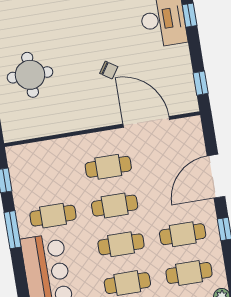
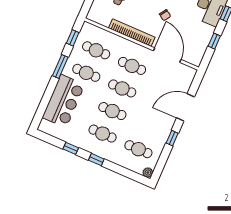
window: (201, 83) -> (214, 41), moved
bookcase: (79, 122) -> (132, 33), added
cafe table: (183, 234) -> (96, 50), moved

